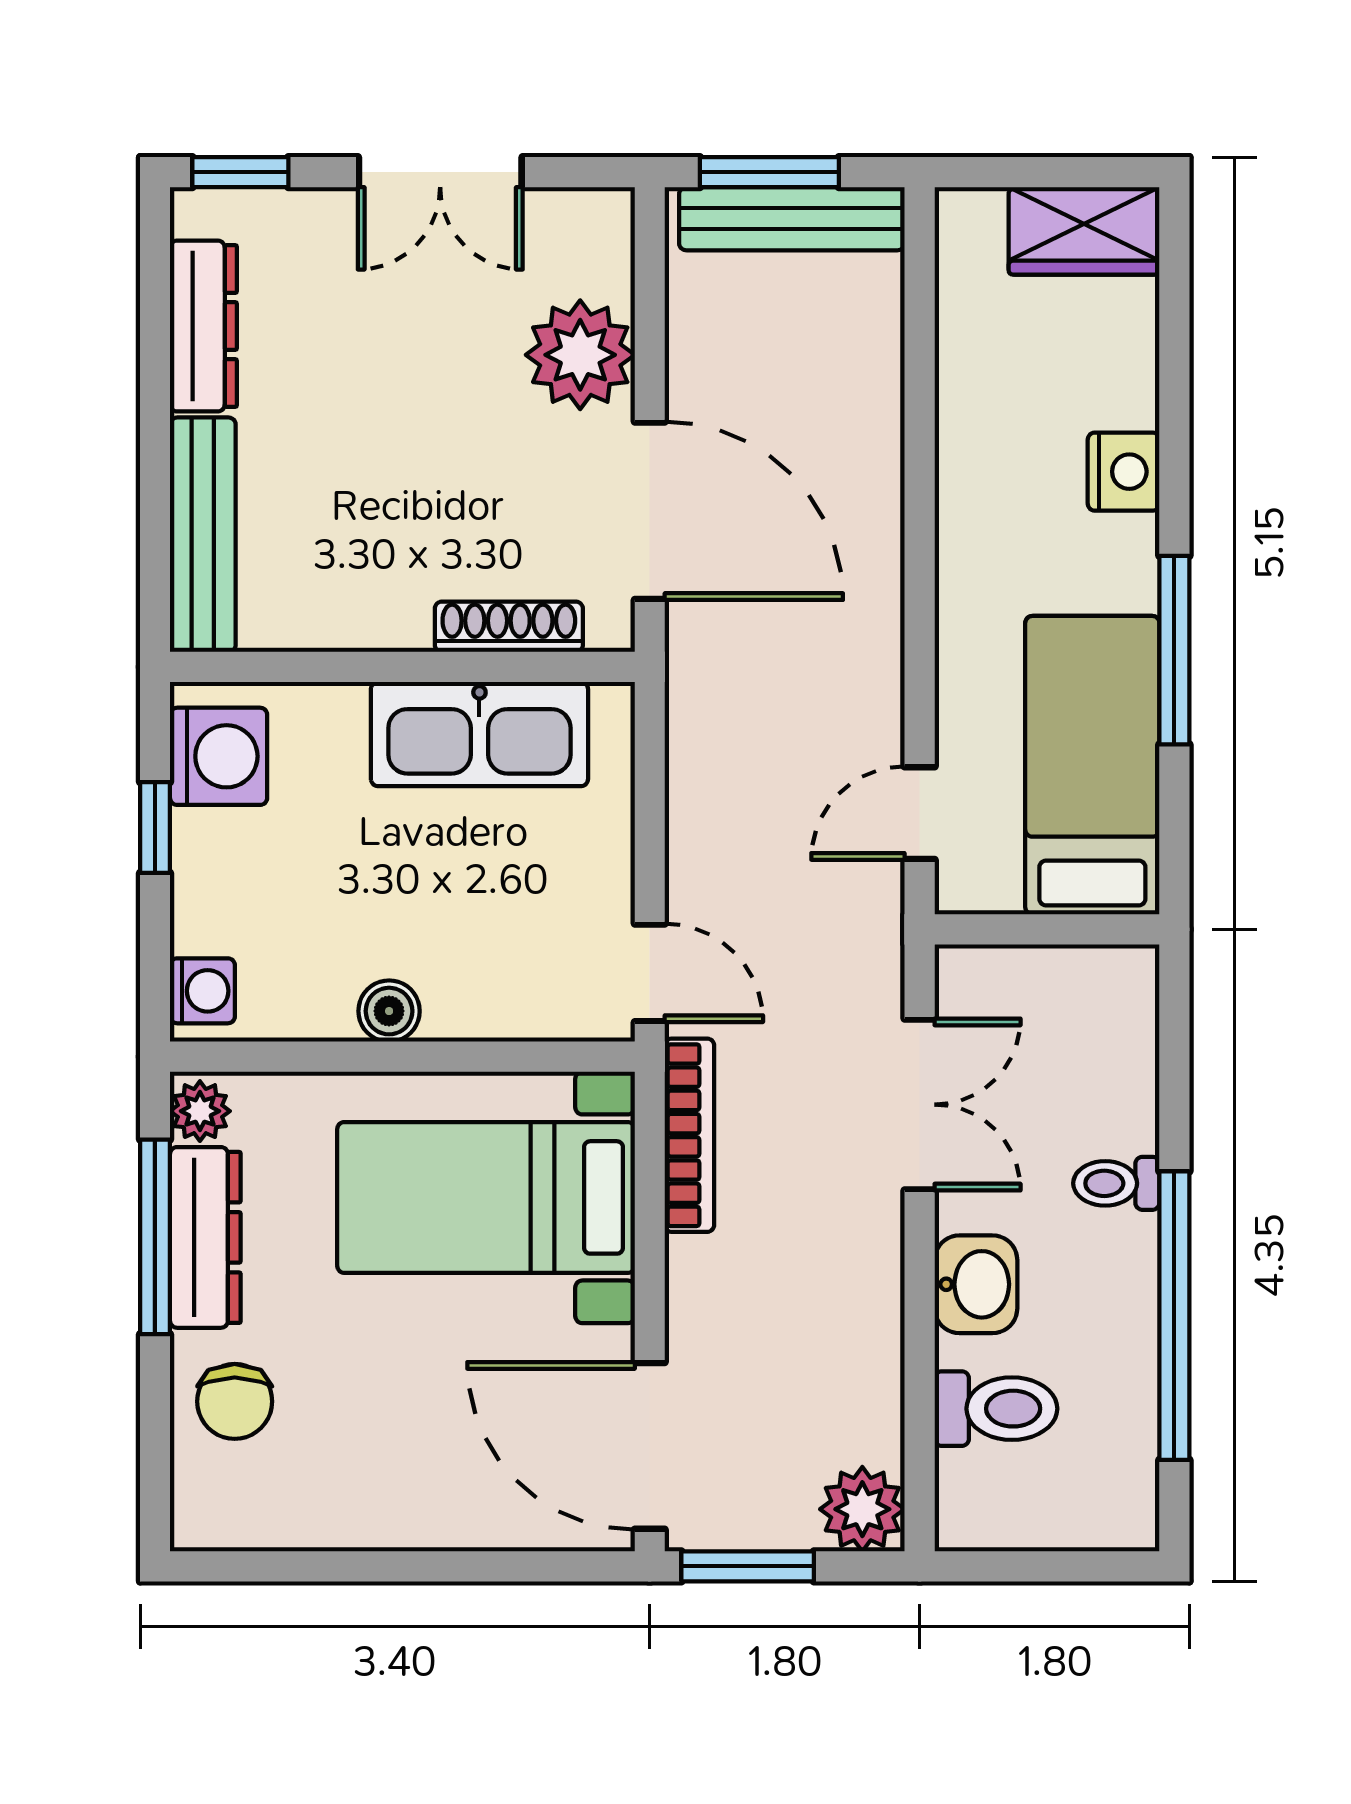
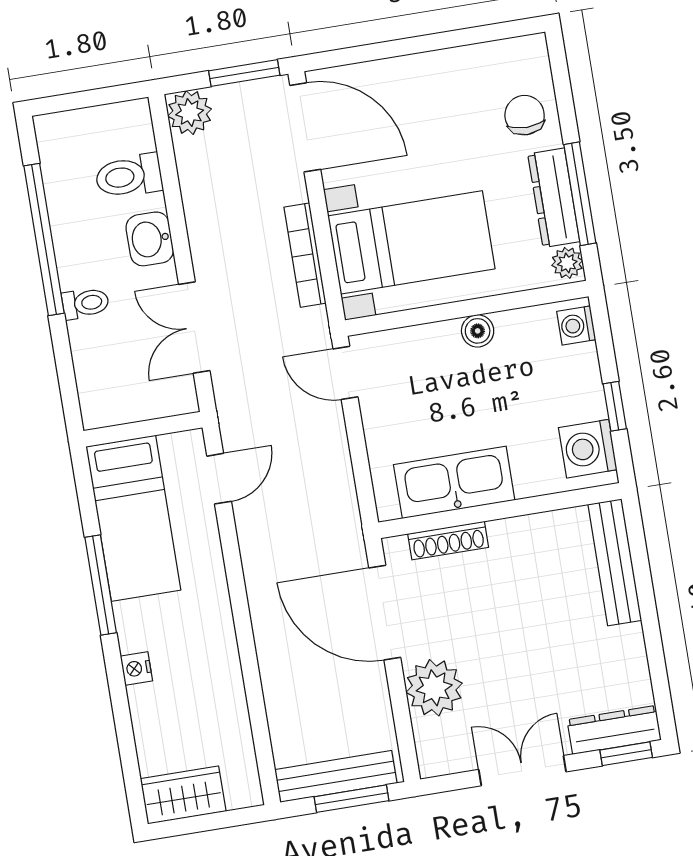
dresser: (203, 326) -> (614, 730), moved, turned 90
nightstand: (1124, 472) -> (136, 668), width x0.72, depth x0.74
bookcase: (689, 1135) -> (305, 255), moved

